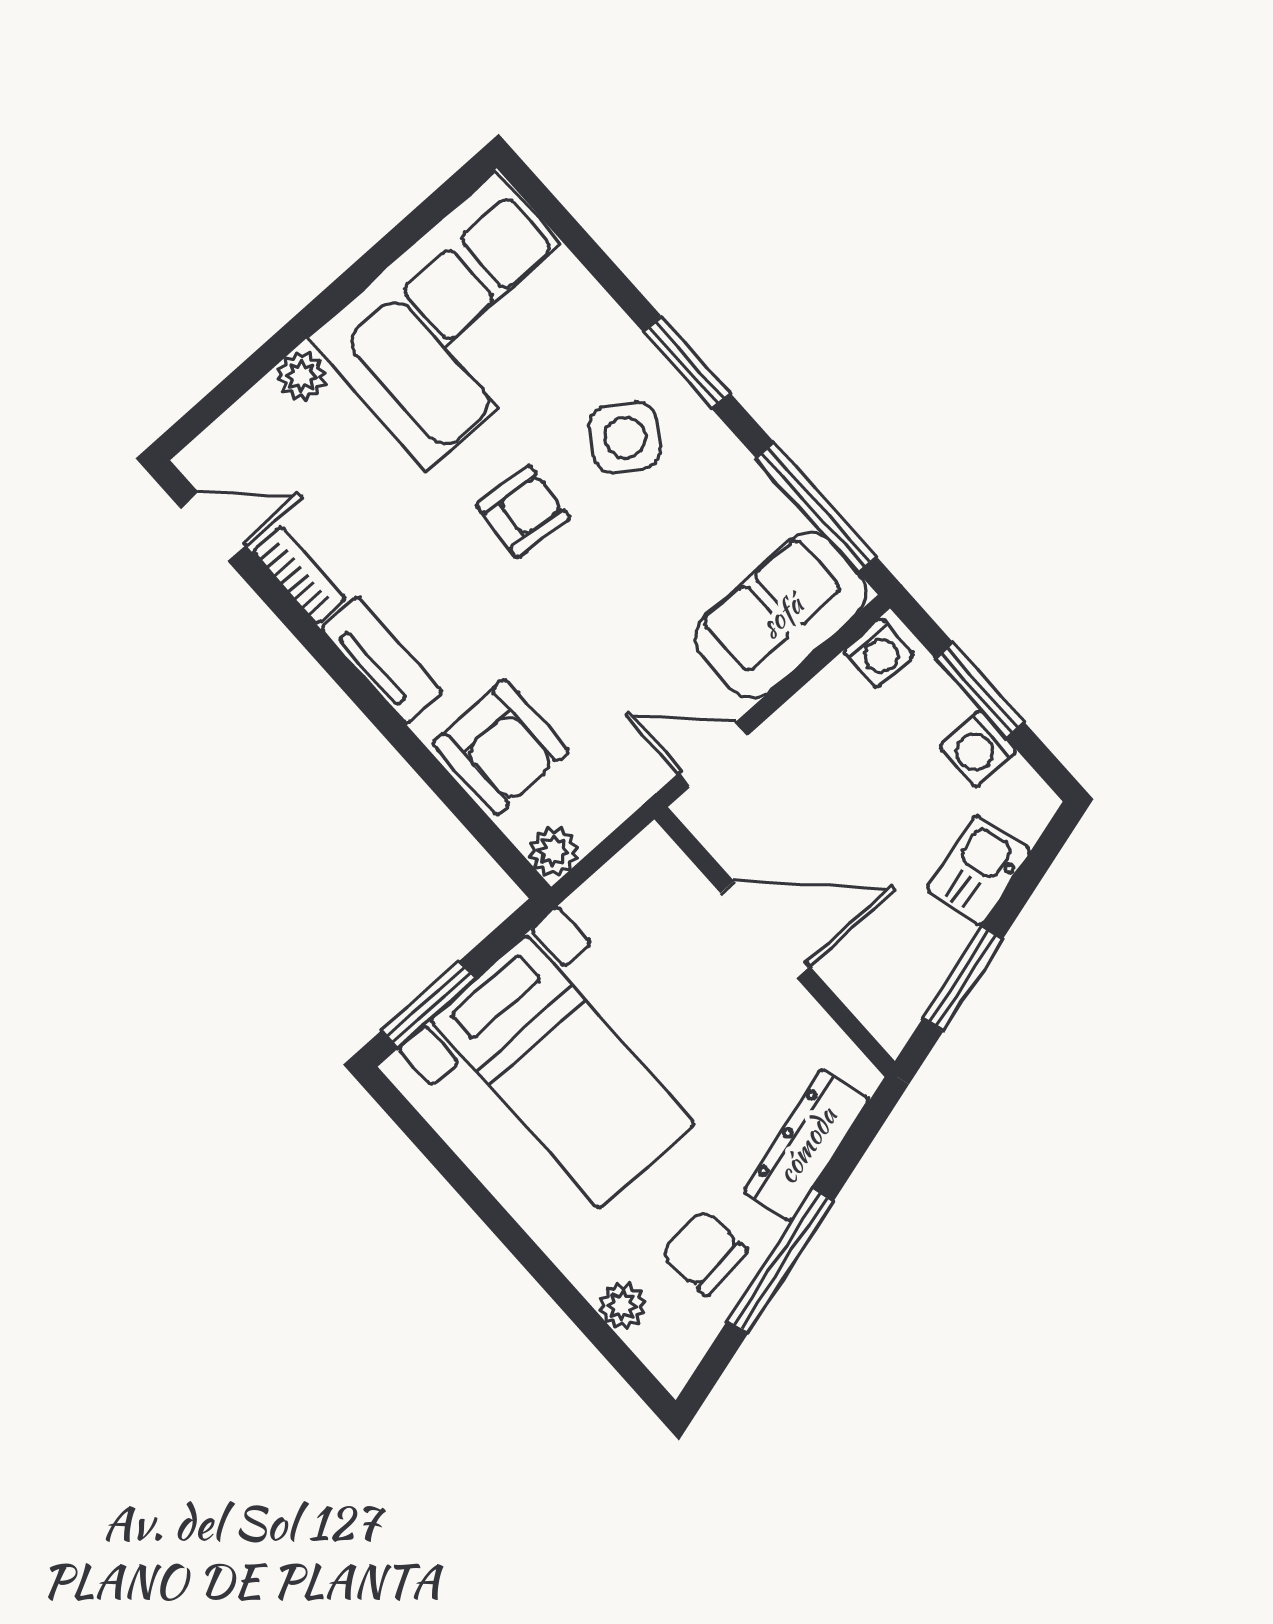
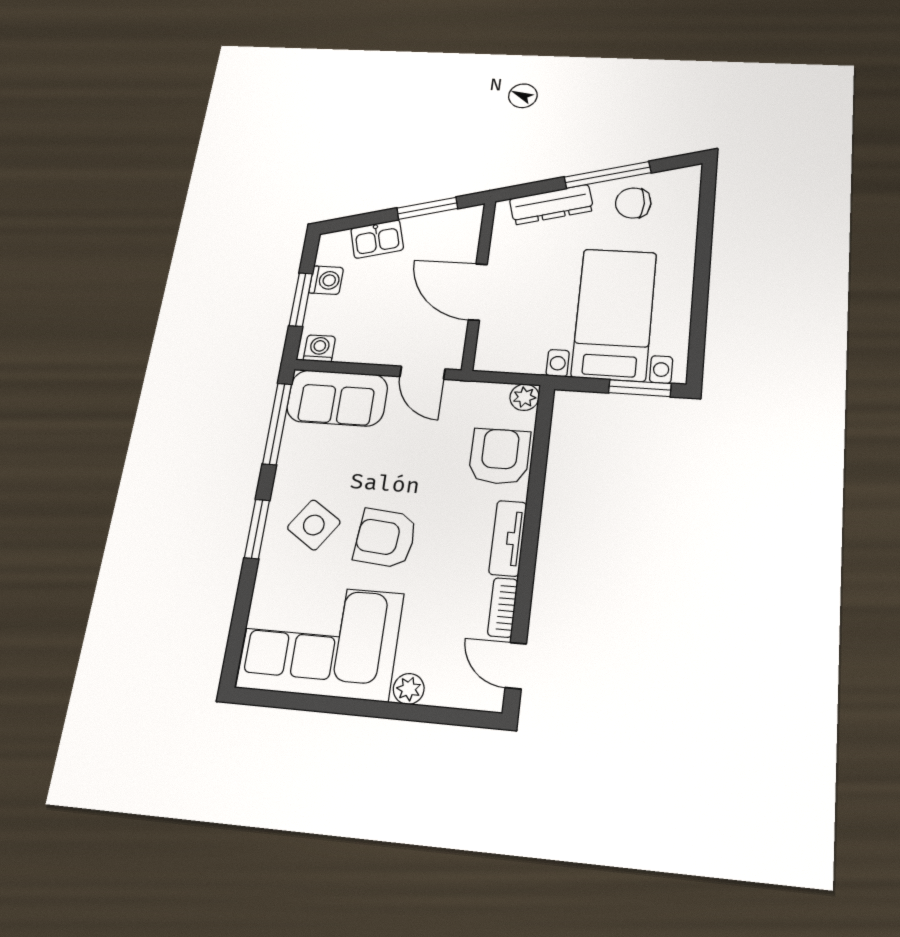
armchair: (523, 511) -> (385, 538), width x1.38, depth x1.38
chair: (704, 1252) -> (633, 203), turned 96
plant: (622, 1306) -> (686, 212), removed

